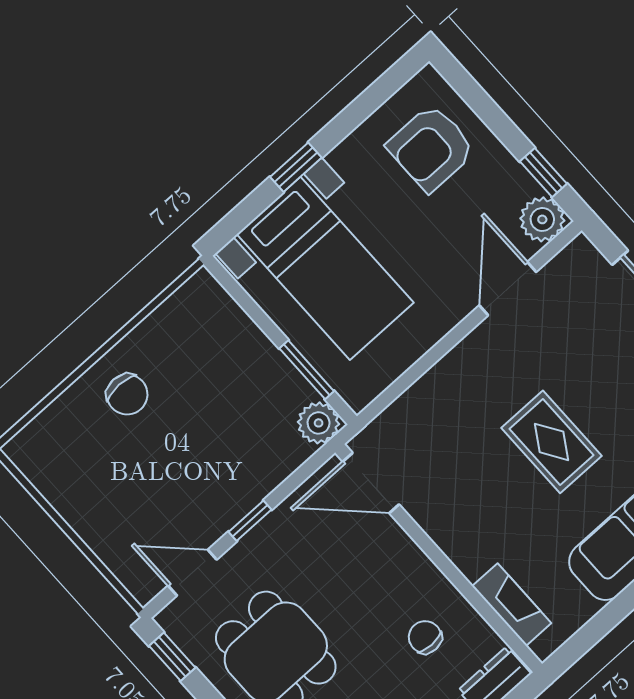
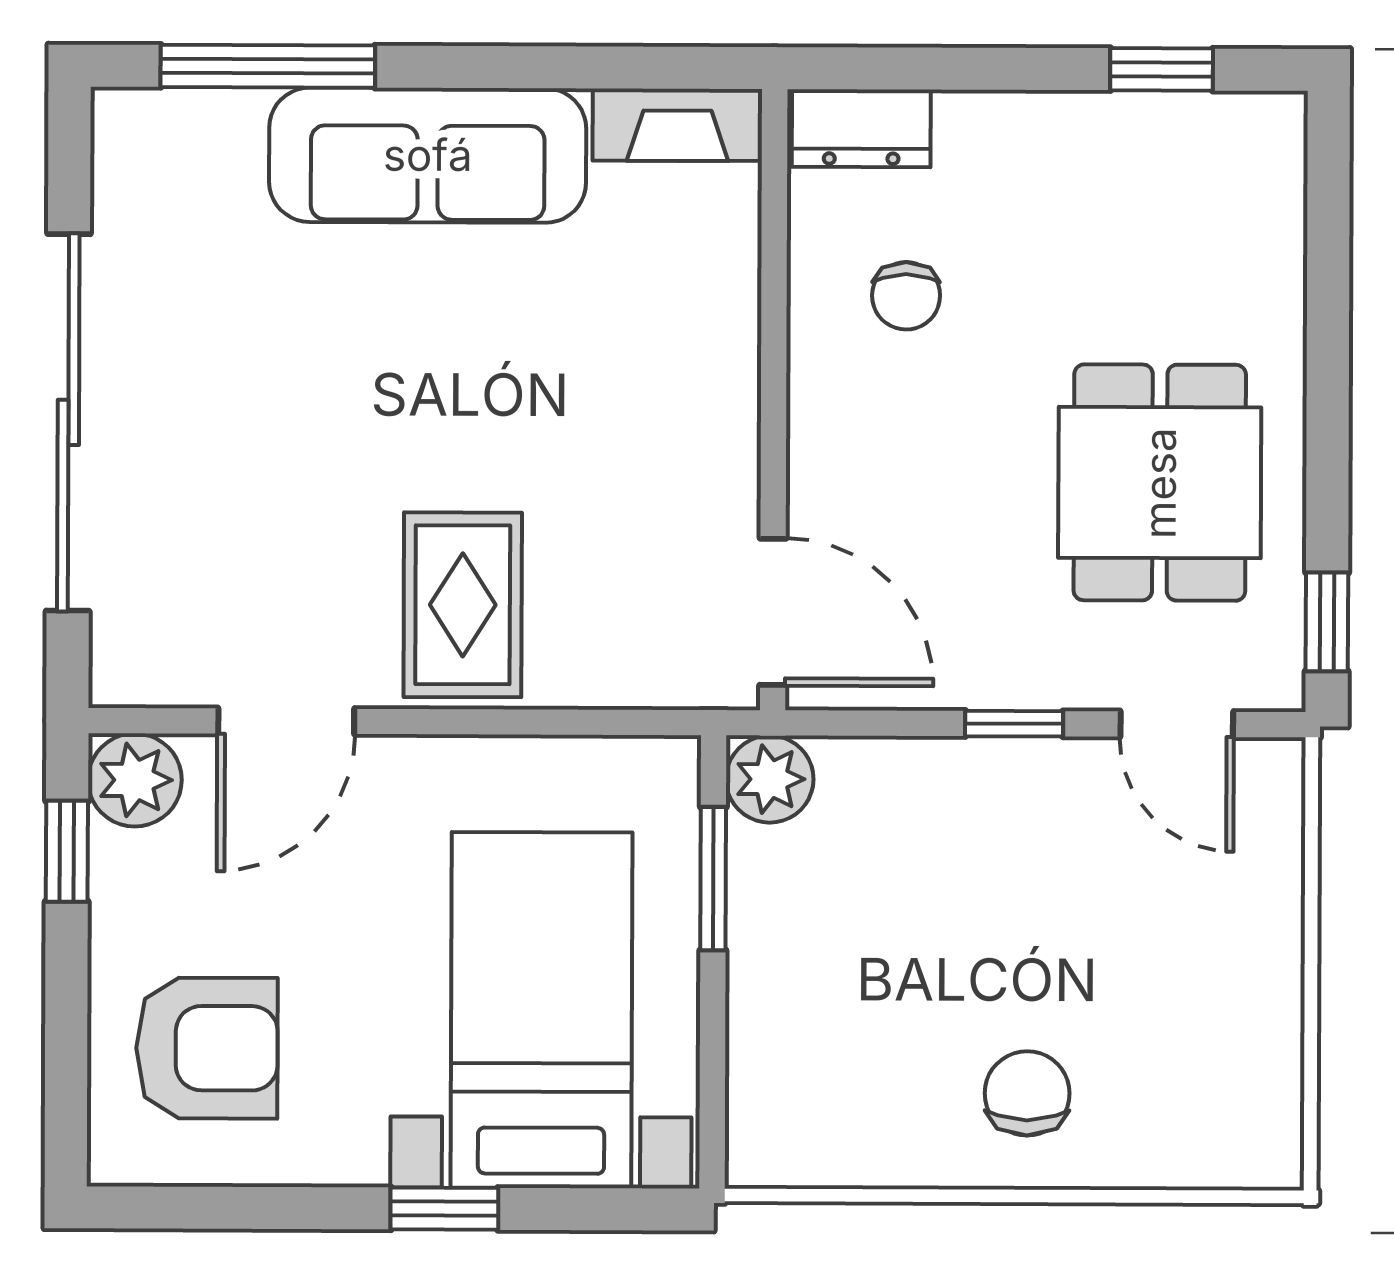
rug: (551, 442) -> (463, 605), moved
fireplace: (512, 605) -> (677, 125), moved, turned -90

